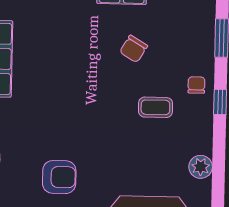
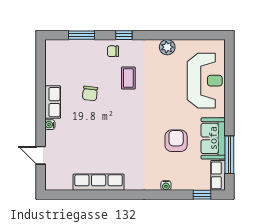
chair: (134, 49) -> (90, 93), turned 66

